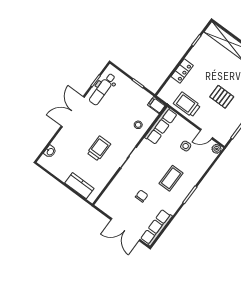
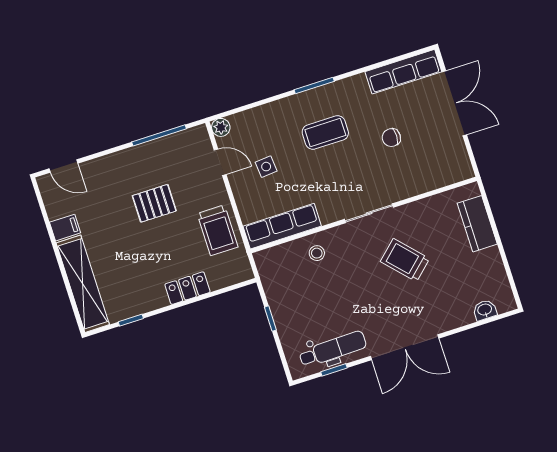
pallet: (222, 97) -> (154, 203), turned 90
filing cabinet: (156, 105) -> (266, 263), removed
trolley: (99, 148) -> (405, 260), turned 47

